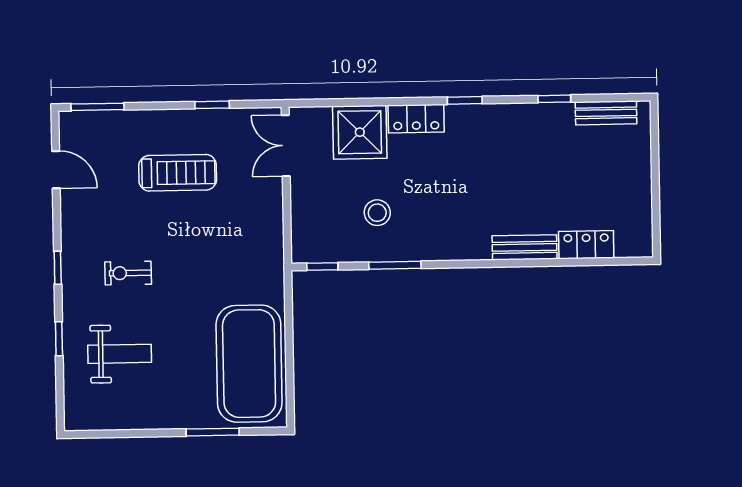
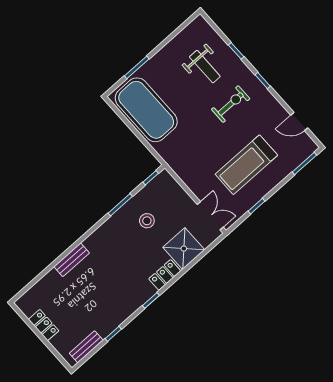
treadmill: (178, 173) -> (246, 165), width x1.37, depth x1.38
locker: (586, 245) -> (44, 325), moved, turned -90
exercise bike: (128, 273) -> (231, 104), width x1.38, depth x1.39
weight bench: (120, 354) -> (205, 67), turned -90

